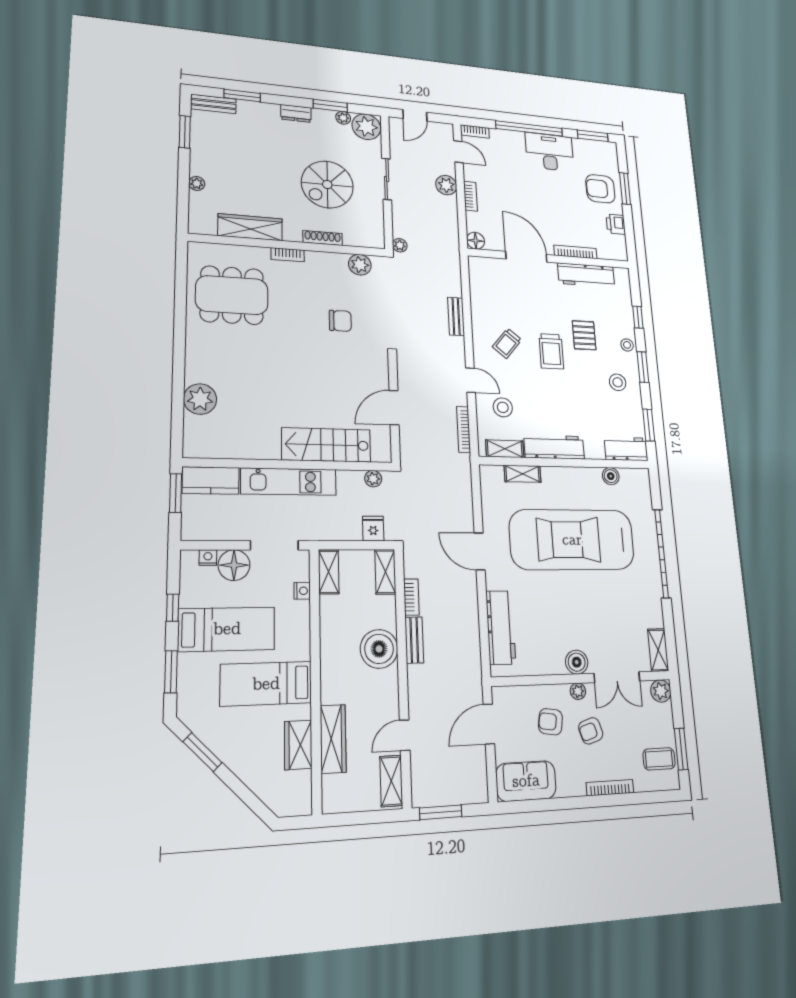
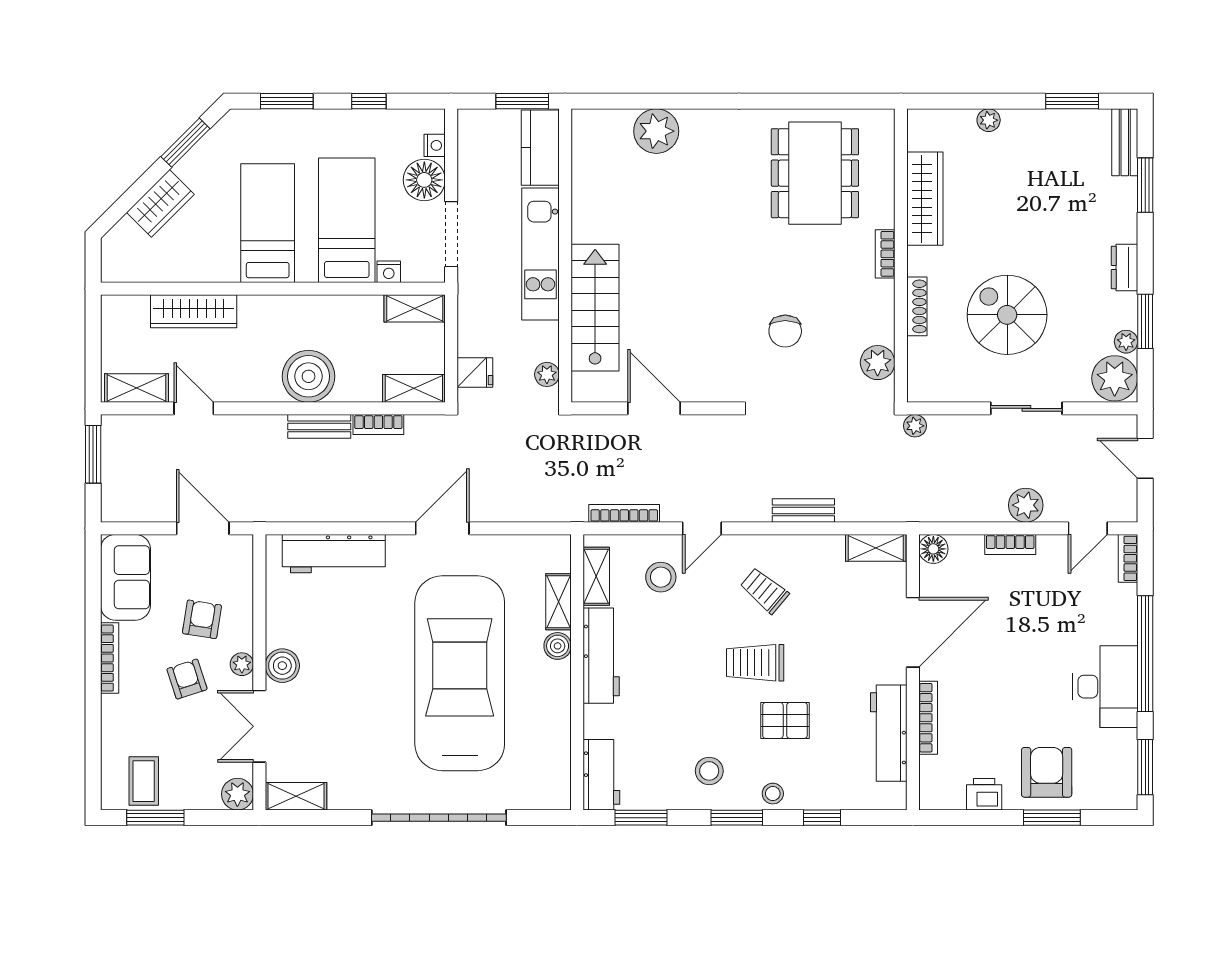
shelving: (477, 274) -> (876, 548), added
boiler: (611, 476) -> (558, 646), moved
bed: (227, 629) -> (347, 220), moved, turned 180
wardrobe: (298, 745) -> (160, 203), moved, turned 135
bookcase: (610, 788) -> (110, 658), moved

